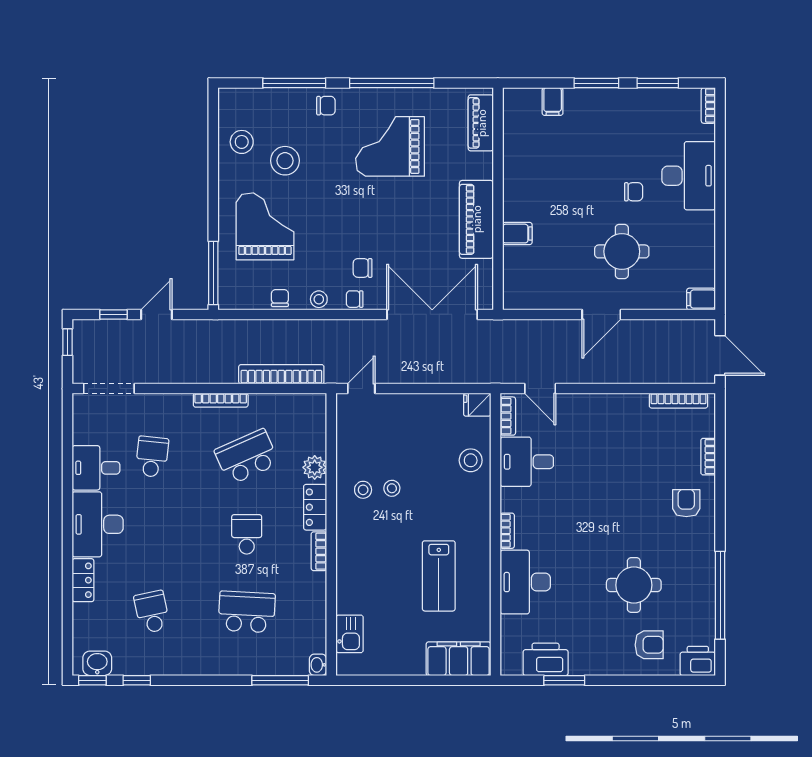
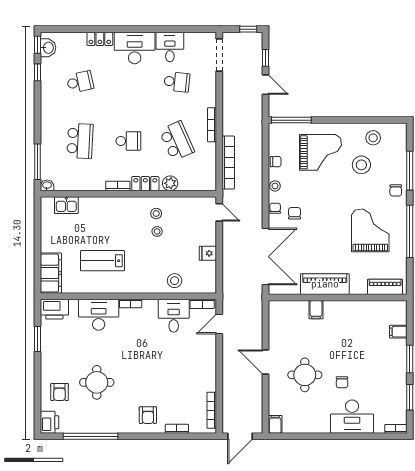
fridge: (477, 405) -> (208, 253), moved, turned -90
armchair: (686, 503) -> (148, 415), turned 90
printer: (546, 659) -> (54, 309), moved, turned 90

